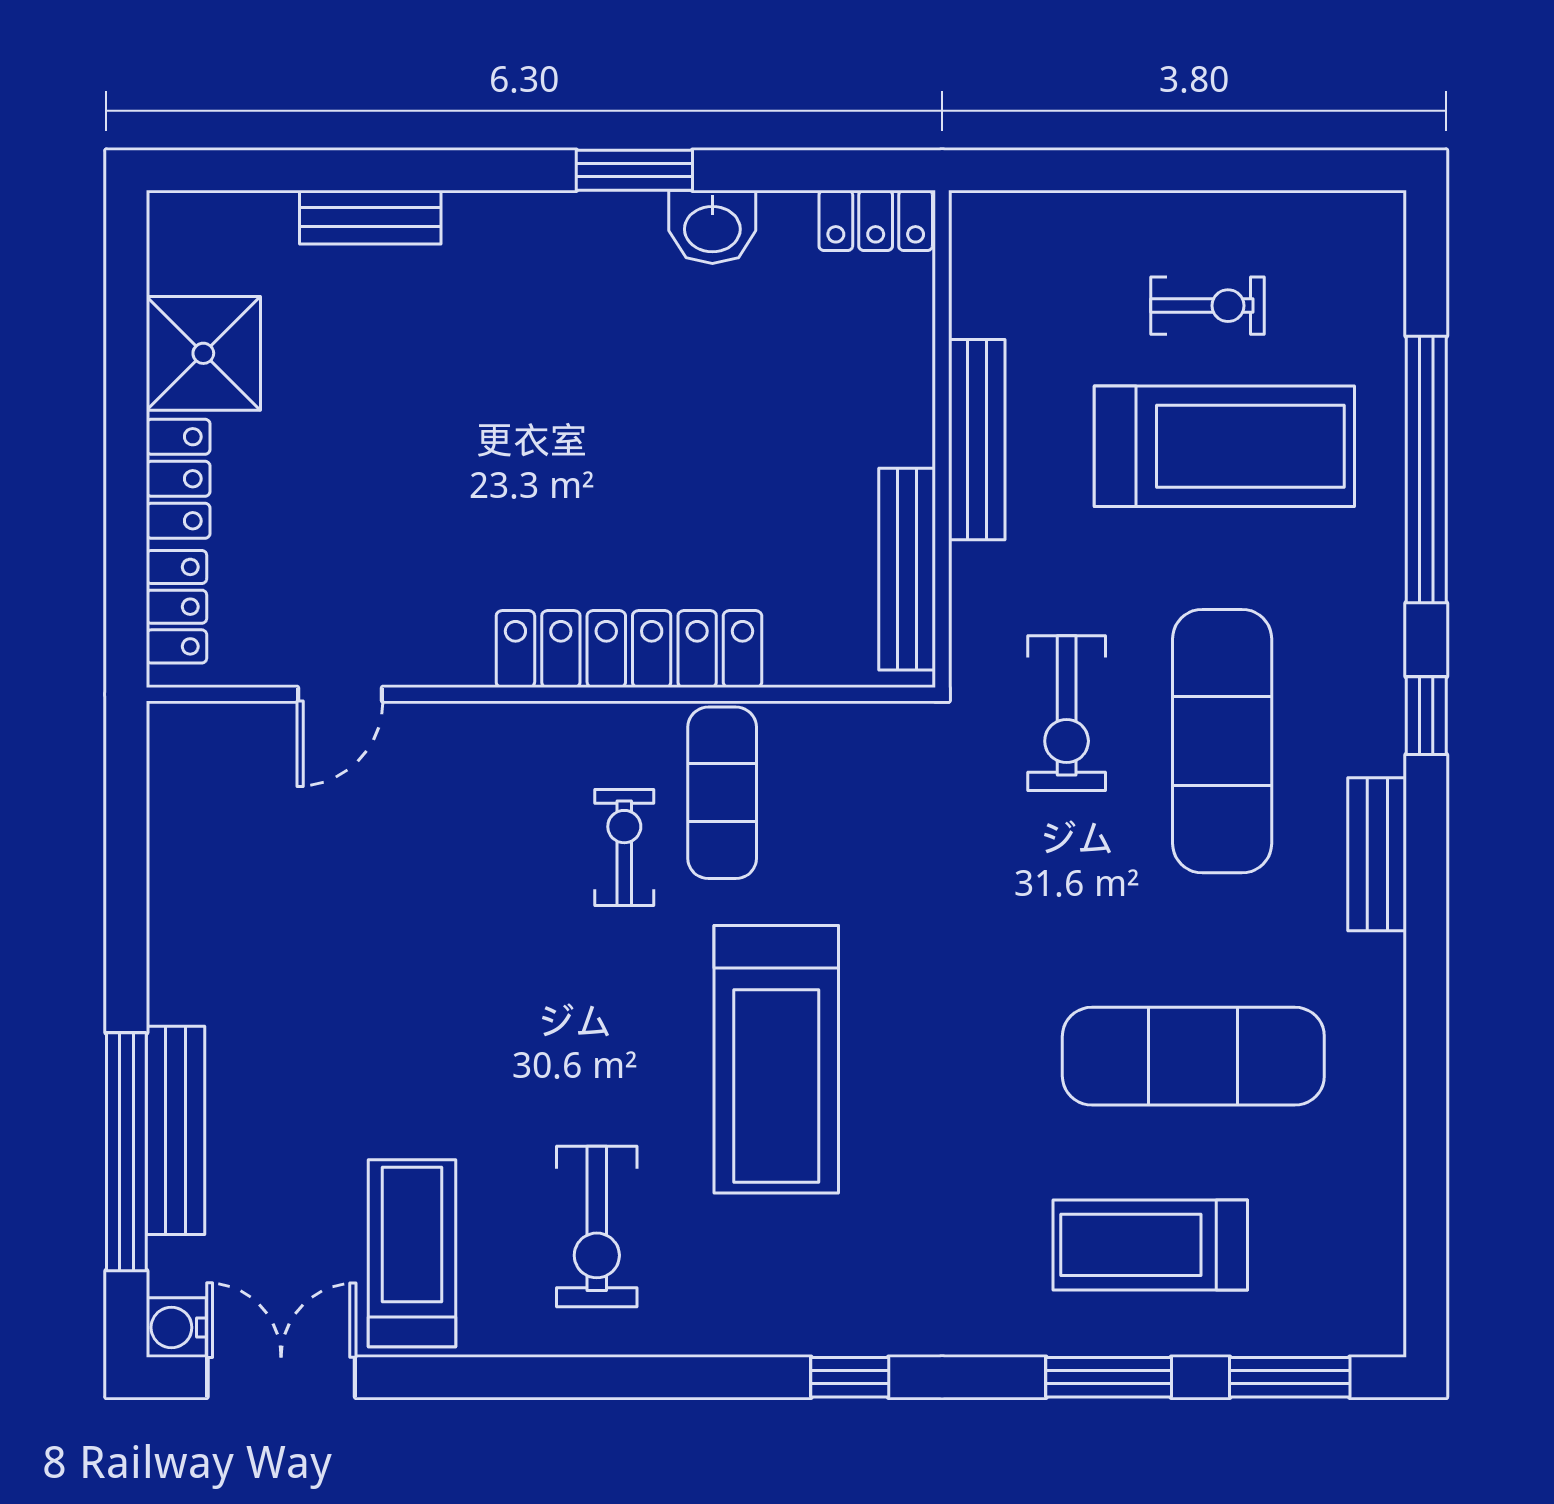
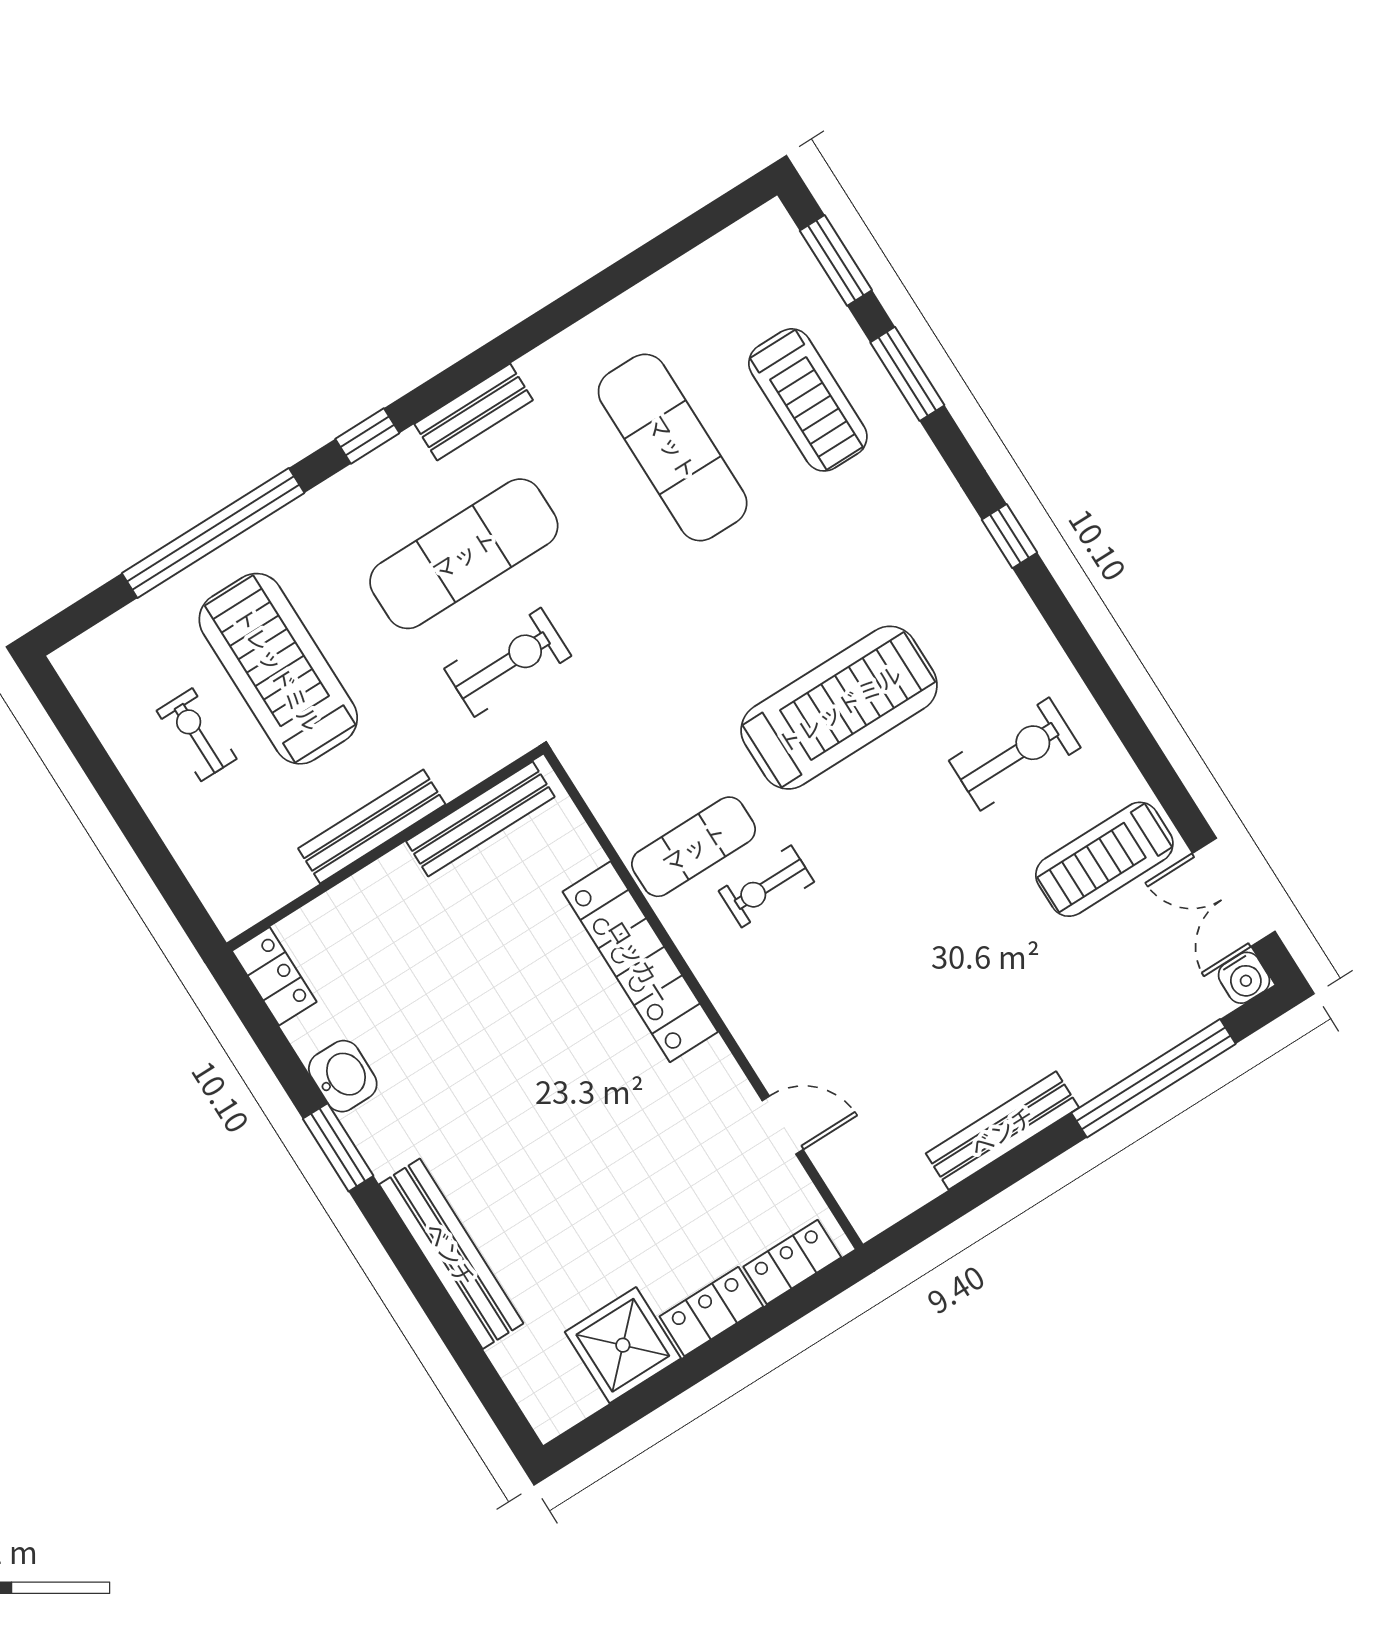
bench: (370, 217) -> (451, 1254), width x1.86, depth x1.21
bench: (175, 1130) -> (1002, 1131), moved

